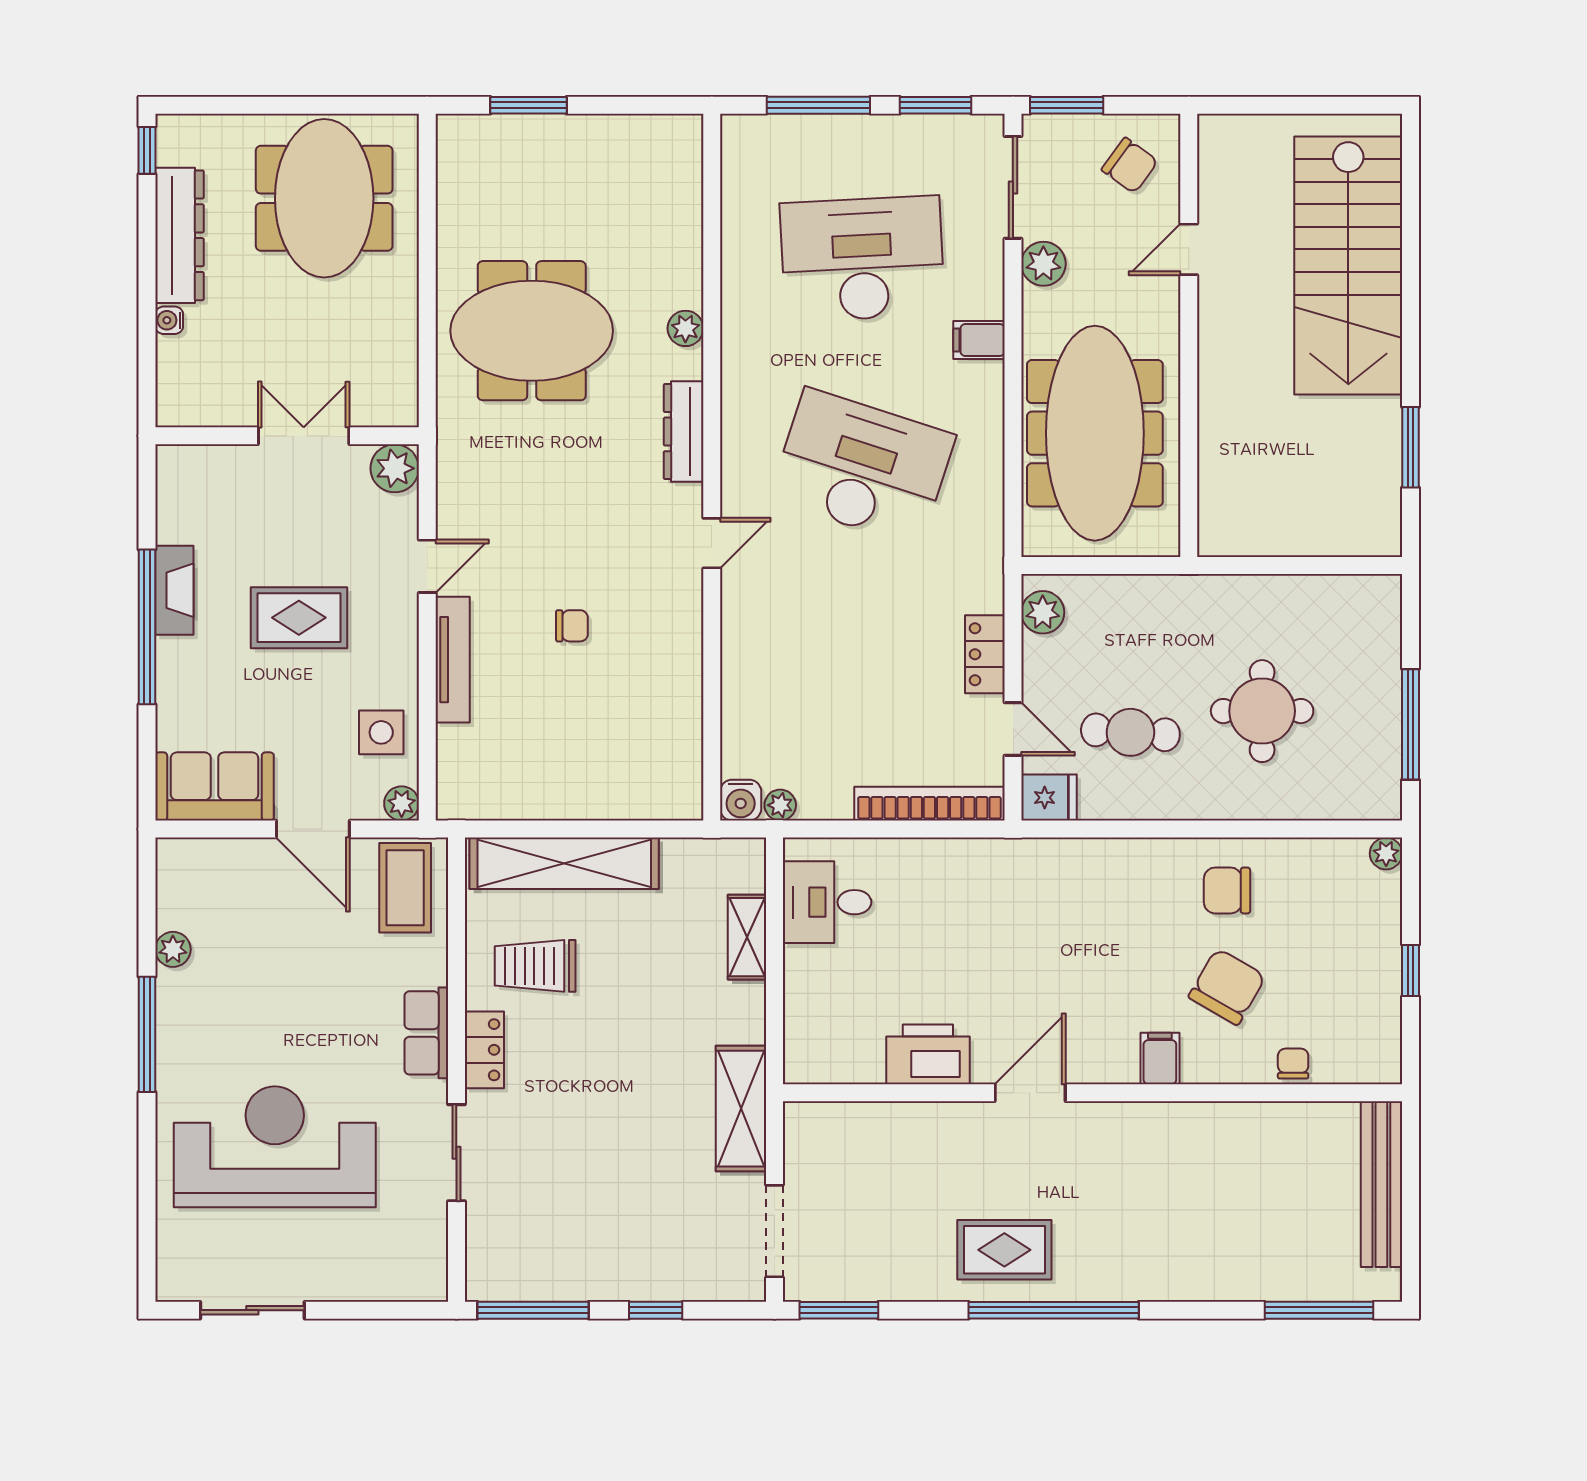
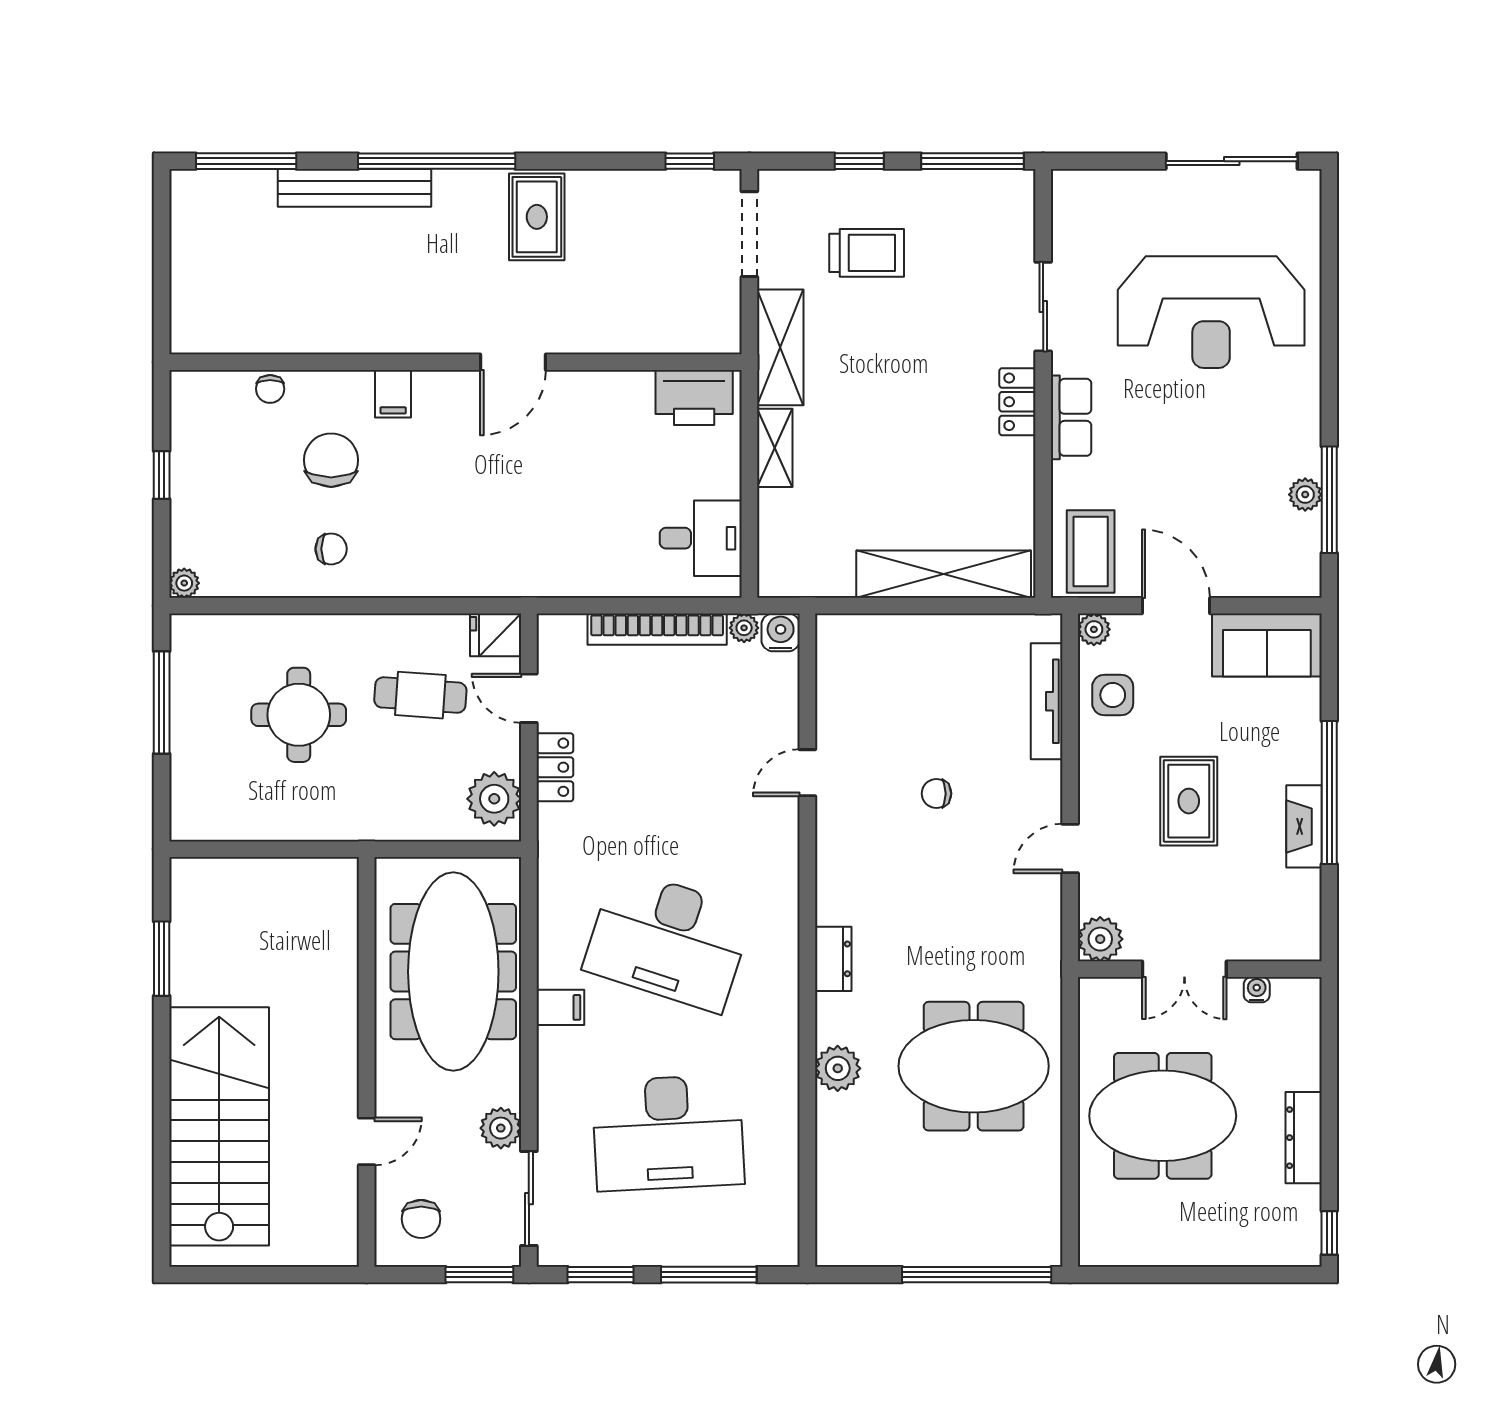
window: (528, 105) -> (977, 1275), width x2.11
chair: (1130, 165) -> (421, 1219), turned -126
meeting table: (324, 198) -> (1163, 1116), moved, turned 90
dresser: (179, 235) -> (1304, 1138), width x0.73, depth x0.80
water cooler: (169, 320) -> (1257, 990), moved, turned -90
plant: (685, 328) -> (838, 1068), width x1.38, depth x1.38
filing cabinet: (979, 340) -> (560, 1007), moved
dresser: (684, 432) -> (833, 959), width x0.70
door: (712, 543) -> (807, 773), moved
plant: (1043, 612) -> (494, 799), width x1.36, depth x1.36
rug: (299, 618) -> (1189, 801), turned 90
tv unit: (453, 660) -> (1047, 701), moved
bookcase: (929, 804) -> (657, 629), moved
chair: (1227, 890) -> (331, 549), width x0.73, depth x0.73
shelving: (747, 937) -> (775, 448), moved
trolley: (535, 966) -> (867, 253), moved
chair: (1227, 987) -> (331, 460), turned 150
window: (147, 1034) -> (1329, 500), moved
printer: (928, 1054) -> (694, 397), moved
bench: (1381, 1184) -> (355, 188), moved, turned 90
rug: (1004, 1250) -> (537, 217), turned 90
sliding door: (252, 1310) -> (1232, 161), width x1.37
window: (839, 1310) -> (690, 161), width x0.67
window: (1054, 1310) -> (437, 161), moved

